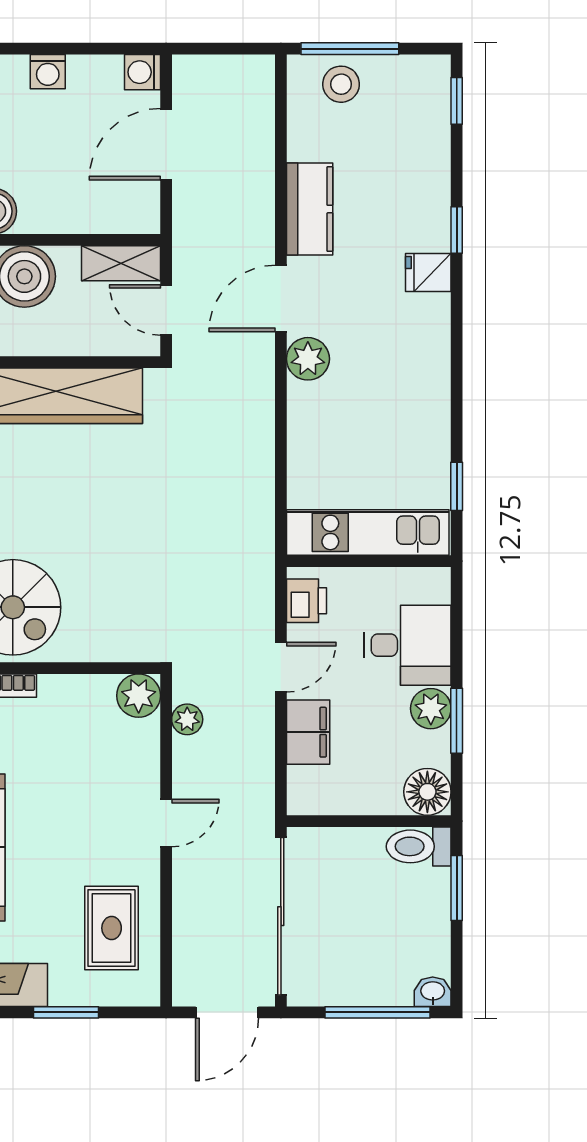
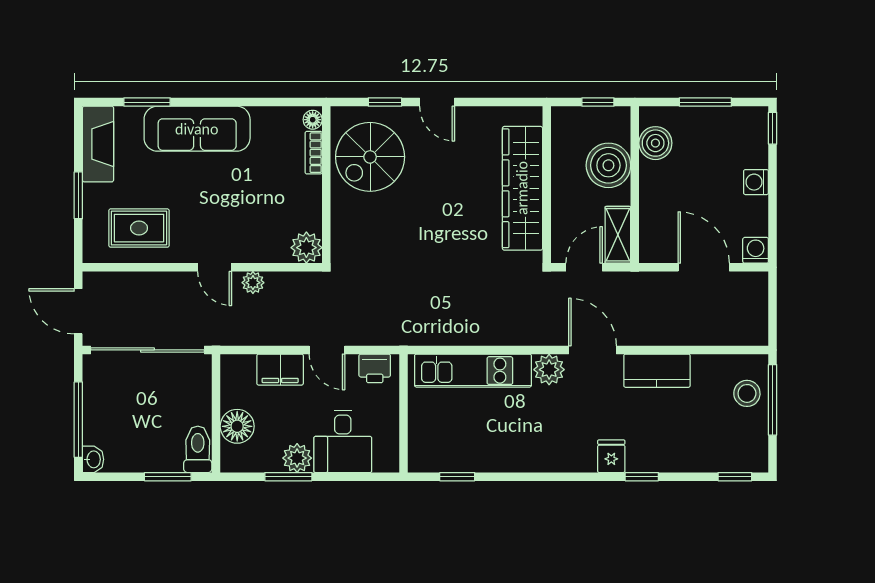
kitchen unit: (368, 532) -> (473, 371), moved, turned 90
plant: (187, 719) -> (253, 283), moved
floor lamp: (427, 792) -> (237, 426), moved

